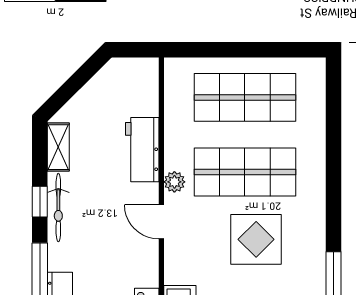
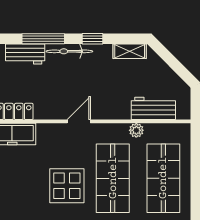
workbench: (142, 150) -> (153, 108), moved
plant: (174, 182) -> (136, 130), moved
bicycle: (58, 208) -> (69, 51), moved

